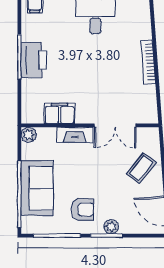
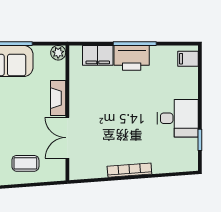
filing cabinet: (60, 113) -> (98, 55), moved, turned 90
coffee table: (141, 168) -> (25, 163), turned -39

